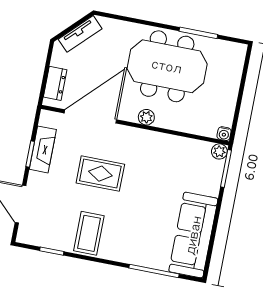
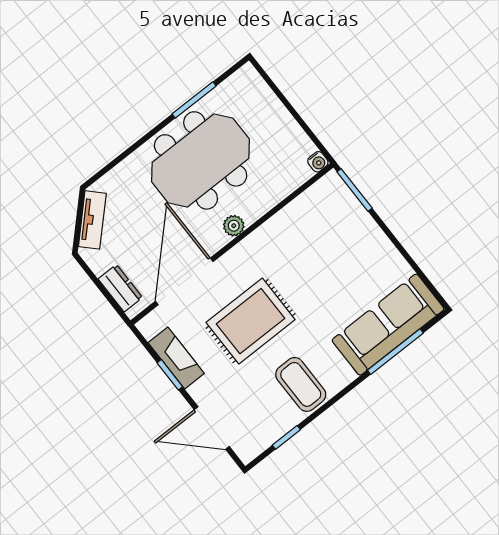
plant: (219, 151) -> (332, 182), removed
rug: (100, 174) -> (251, 321), width x1.36, depth x1.43
sofa: (193, 235) -> (388, 325), moved, turned 90

